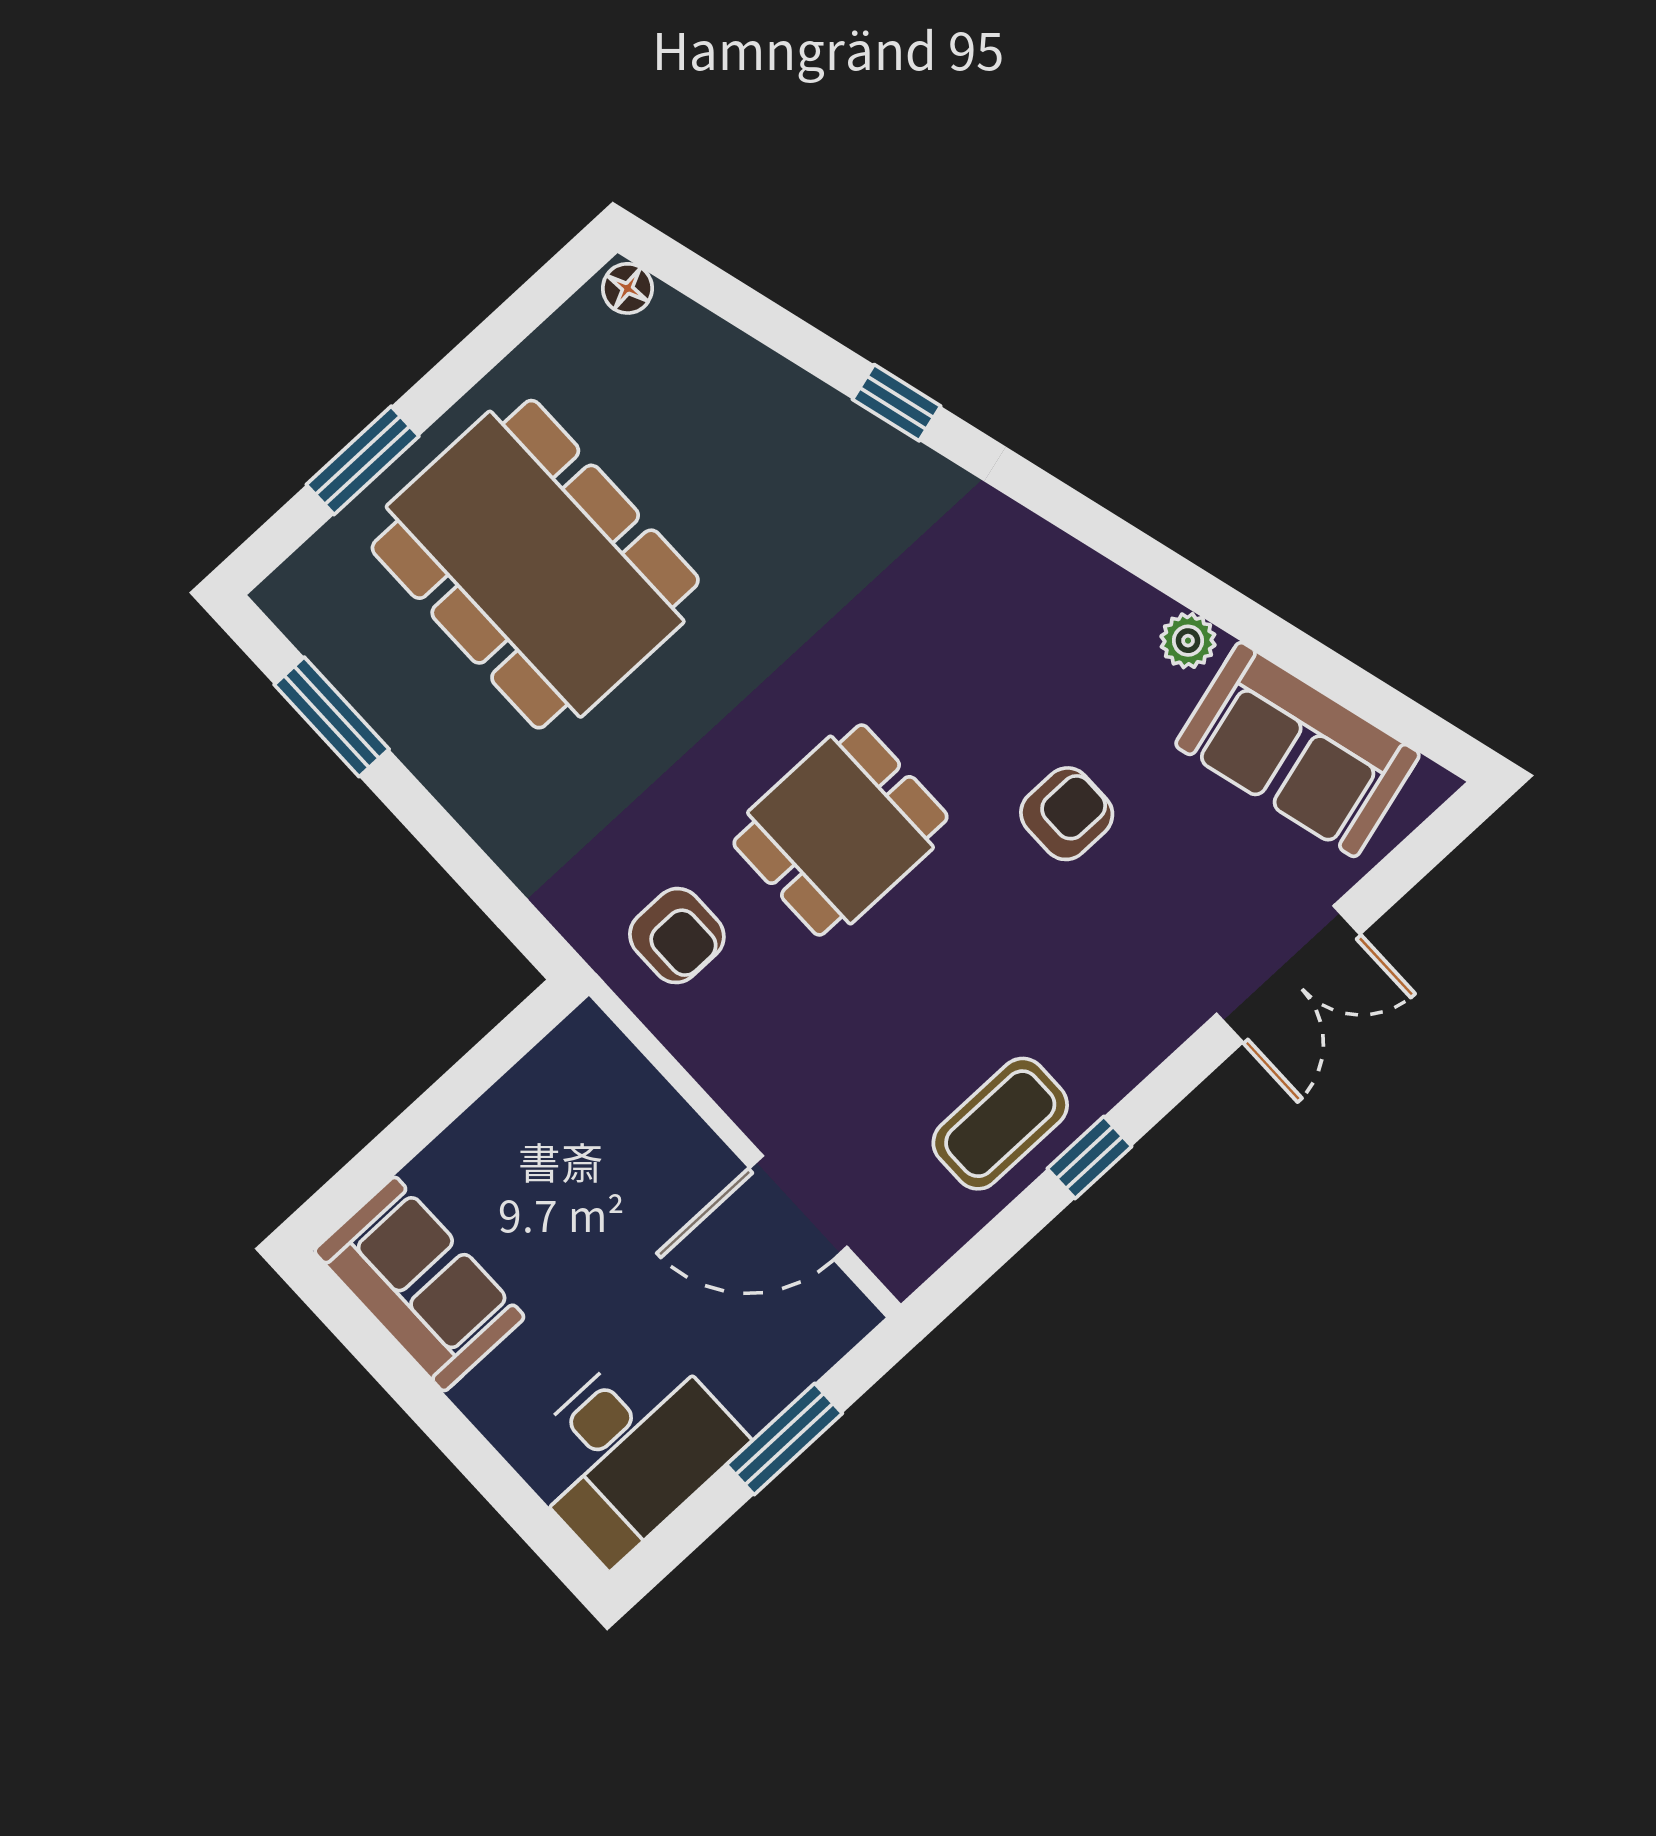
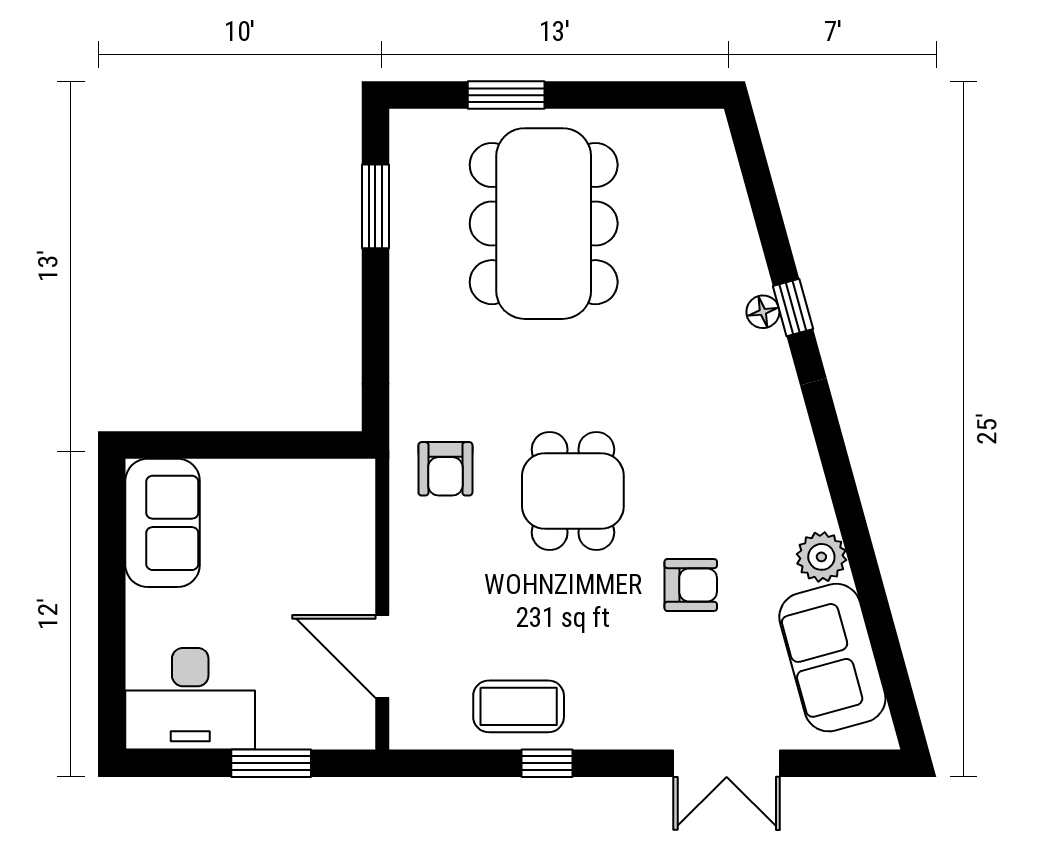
floor lamp: (627, 288) -> (763, 312), moved
plant: (1188, 641) -> (821, 557), width x1.38, depth x1.38
dining table: (841, 830) -> (573, 491), turned 90

